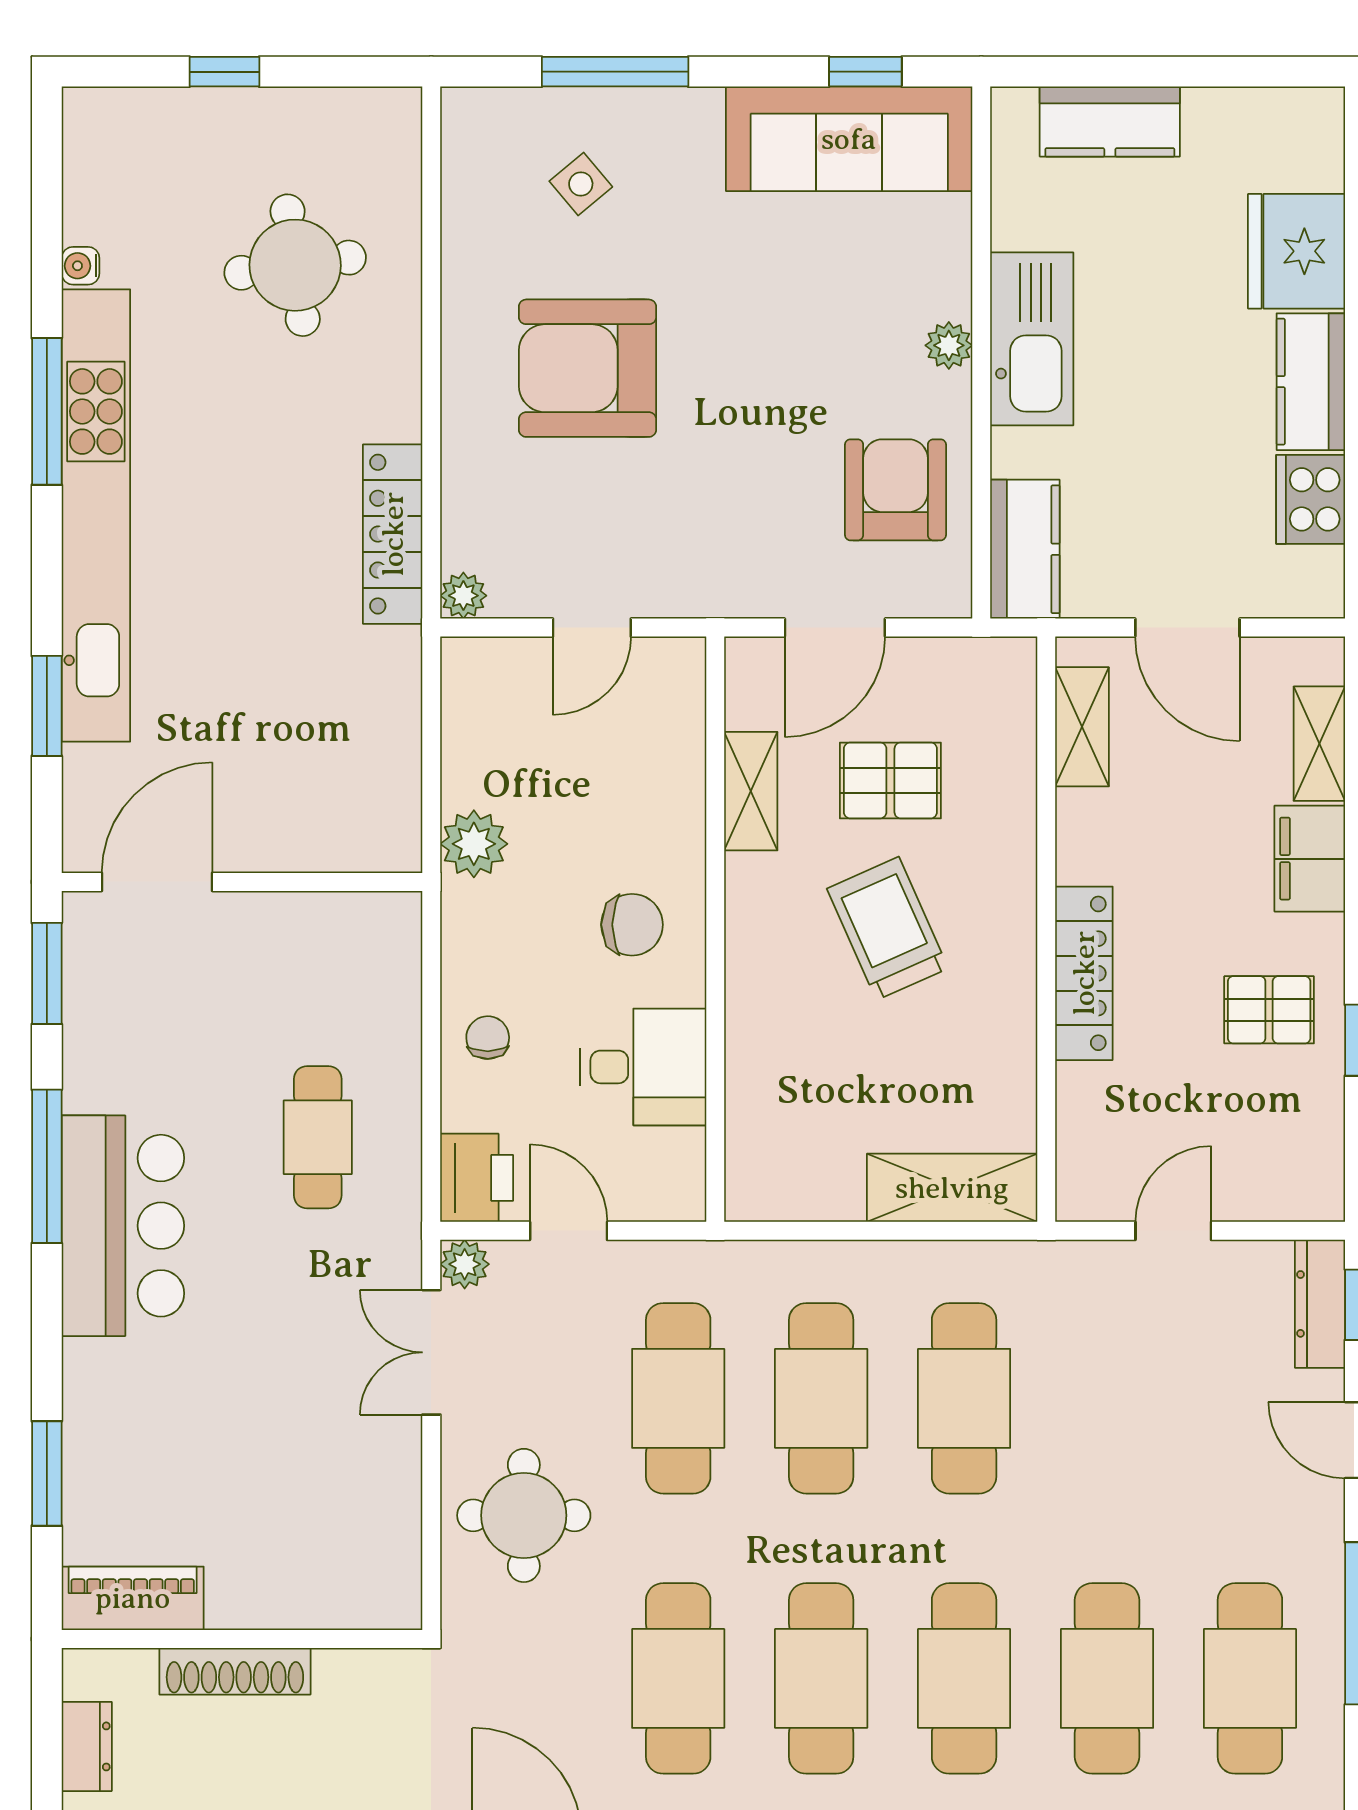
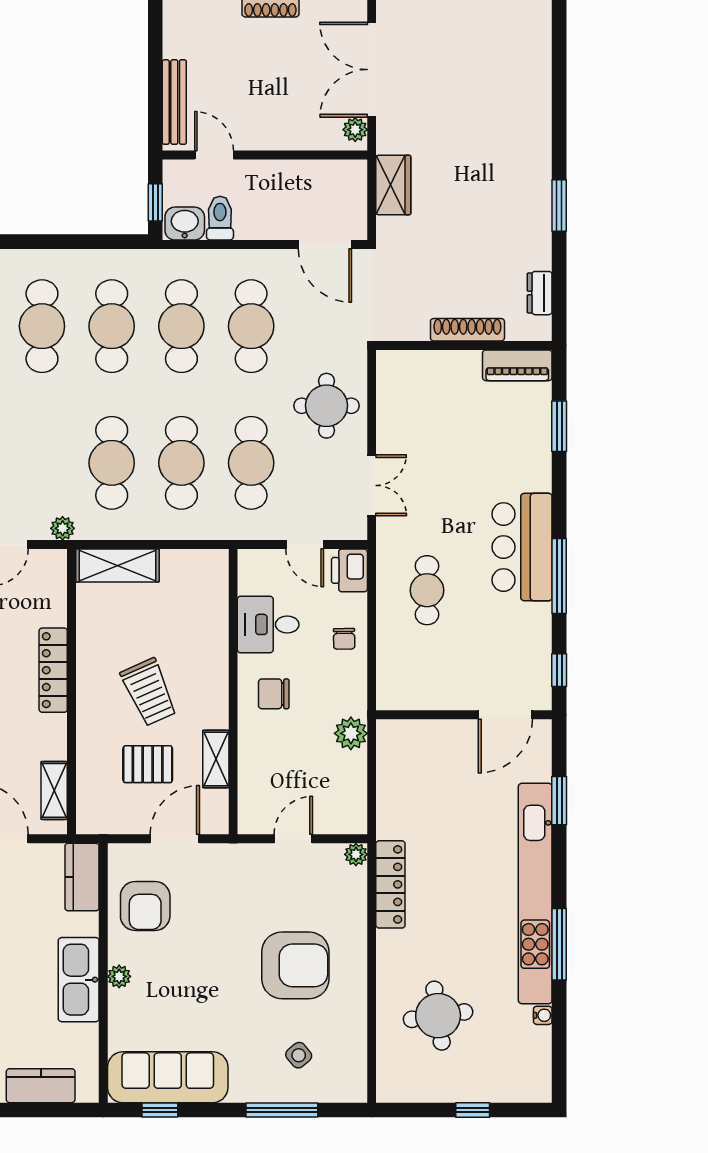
window: (47, 973) -> (559, 670), width x0.67
plant: (465, 1264) -> (63, 528), moved

